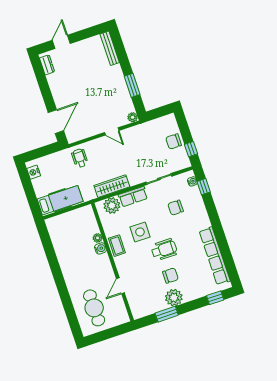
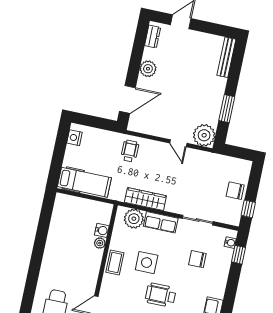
plant: (58, 90) -> (148, 69), added
plant: (133, 117) -> (204, 135), width x1.87, depth x1.87
water cooler: (100, 248) -> (102, 230), moved
wheelchair: (164, 250) -> (160, 295), turned 180

